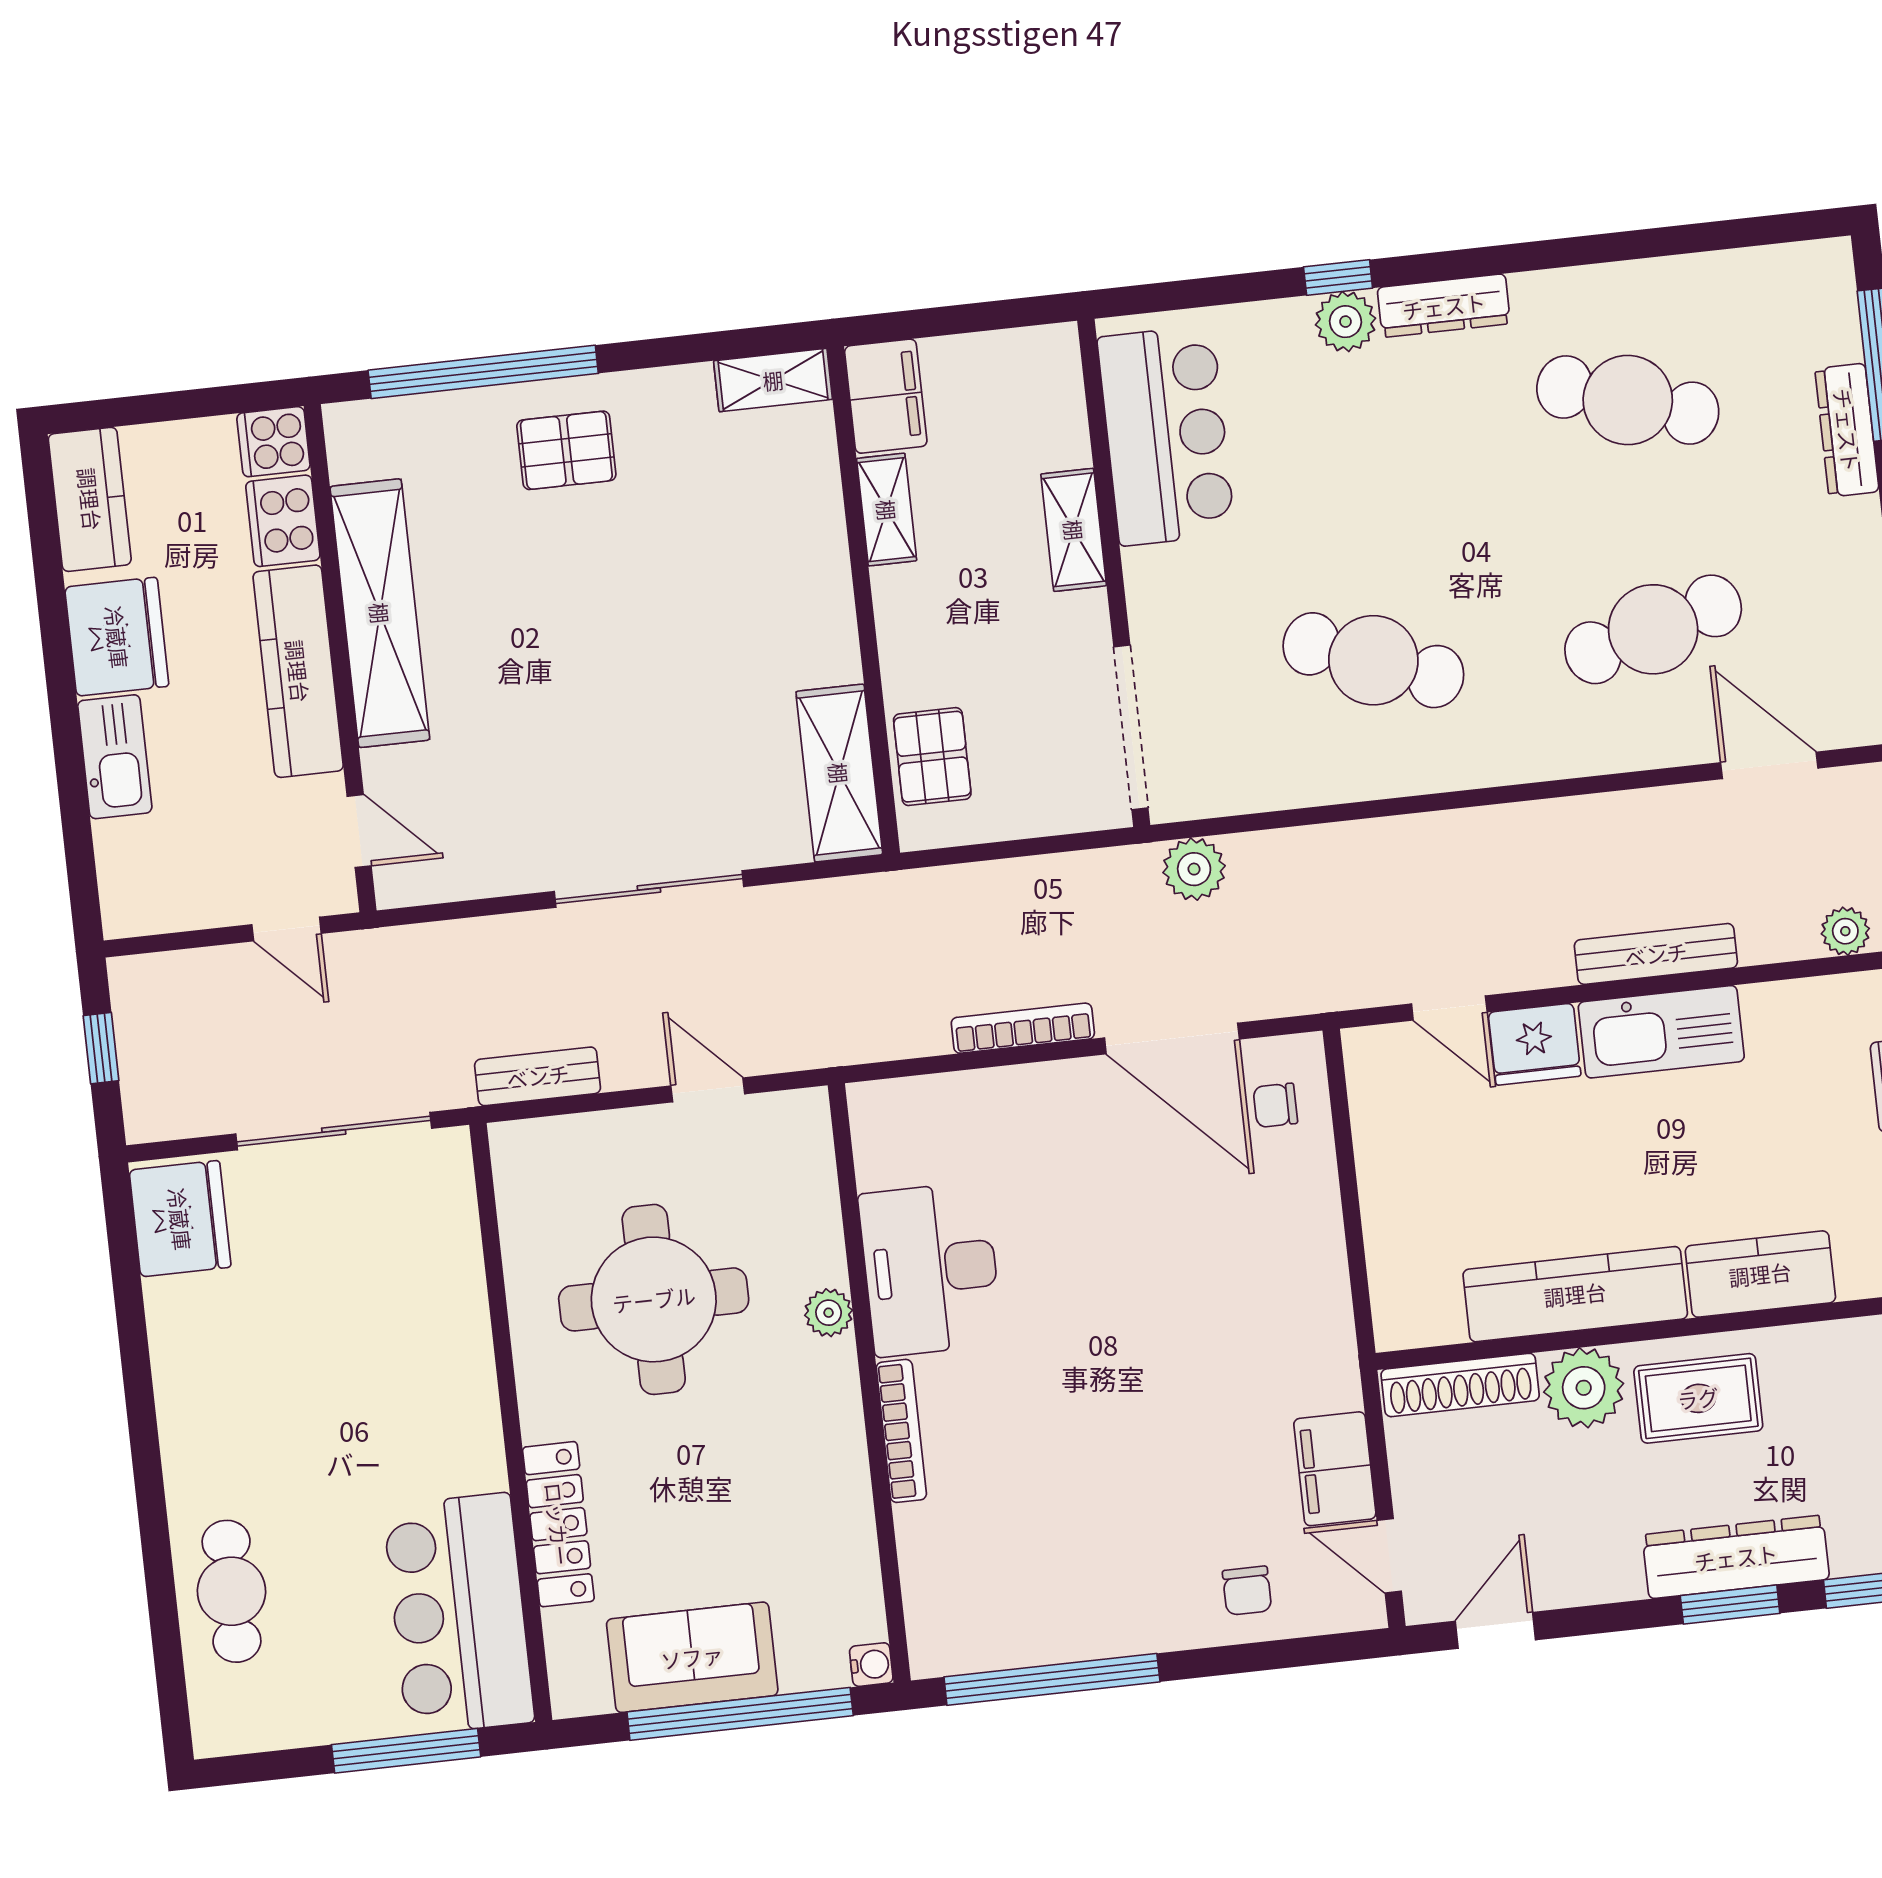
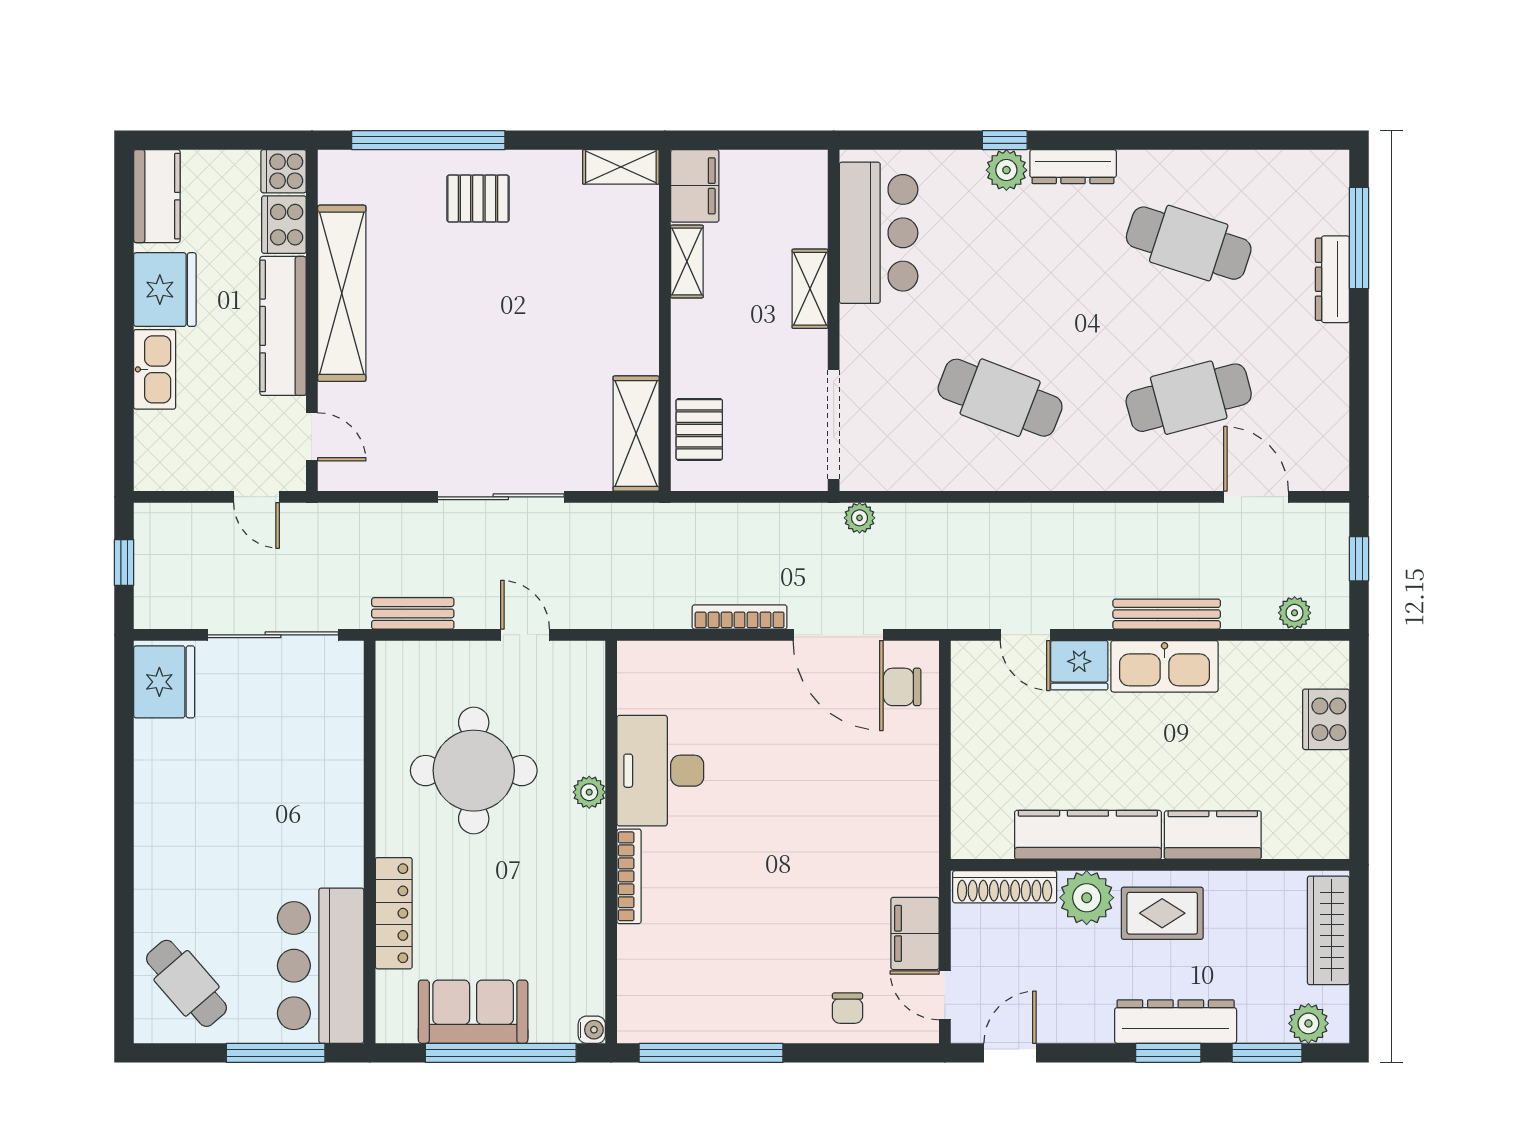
plant: (1194, 869) -> (860, 518), width x0.73, depth x0.73
chair: (1275, 1105) -> (902, 687), width x1.37, depth x1.37
cafe table: (231, 1591) -> (187, 983), moved, turned -41

